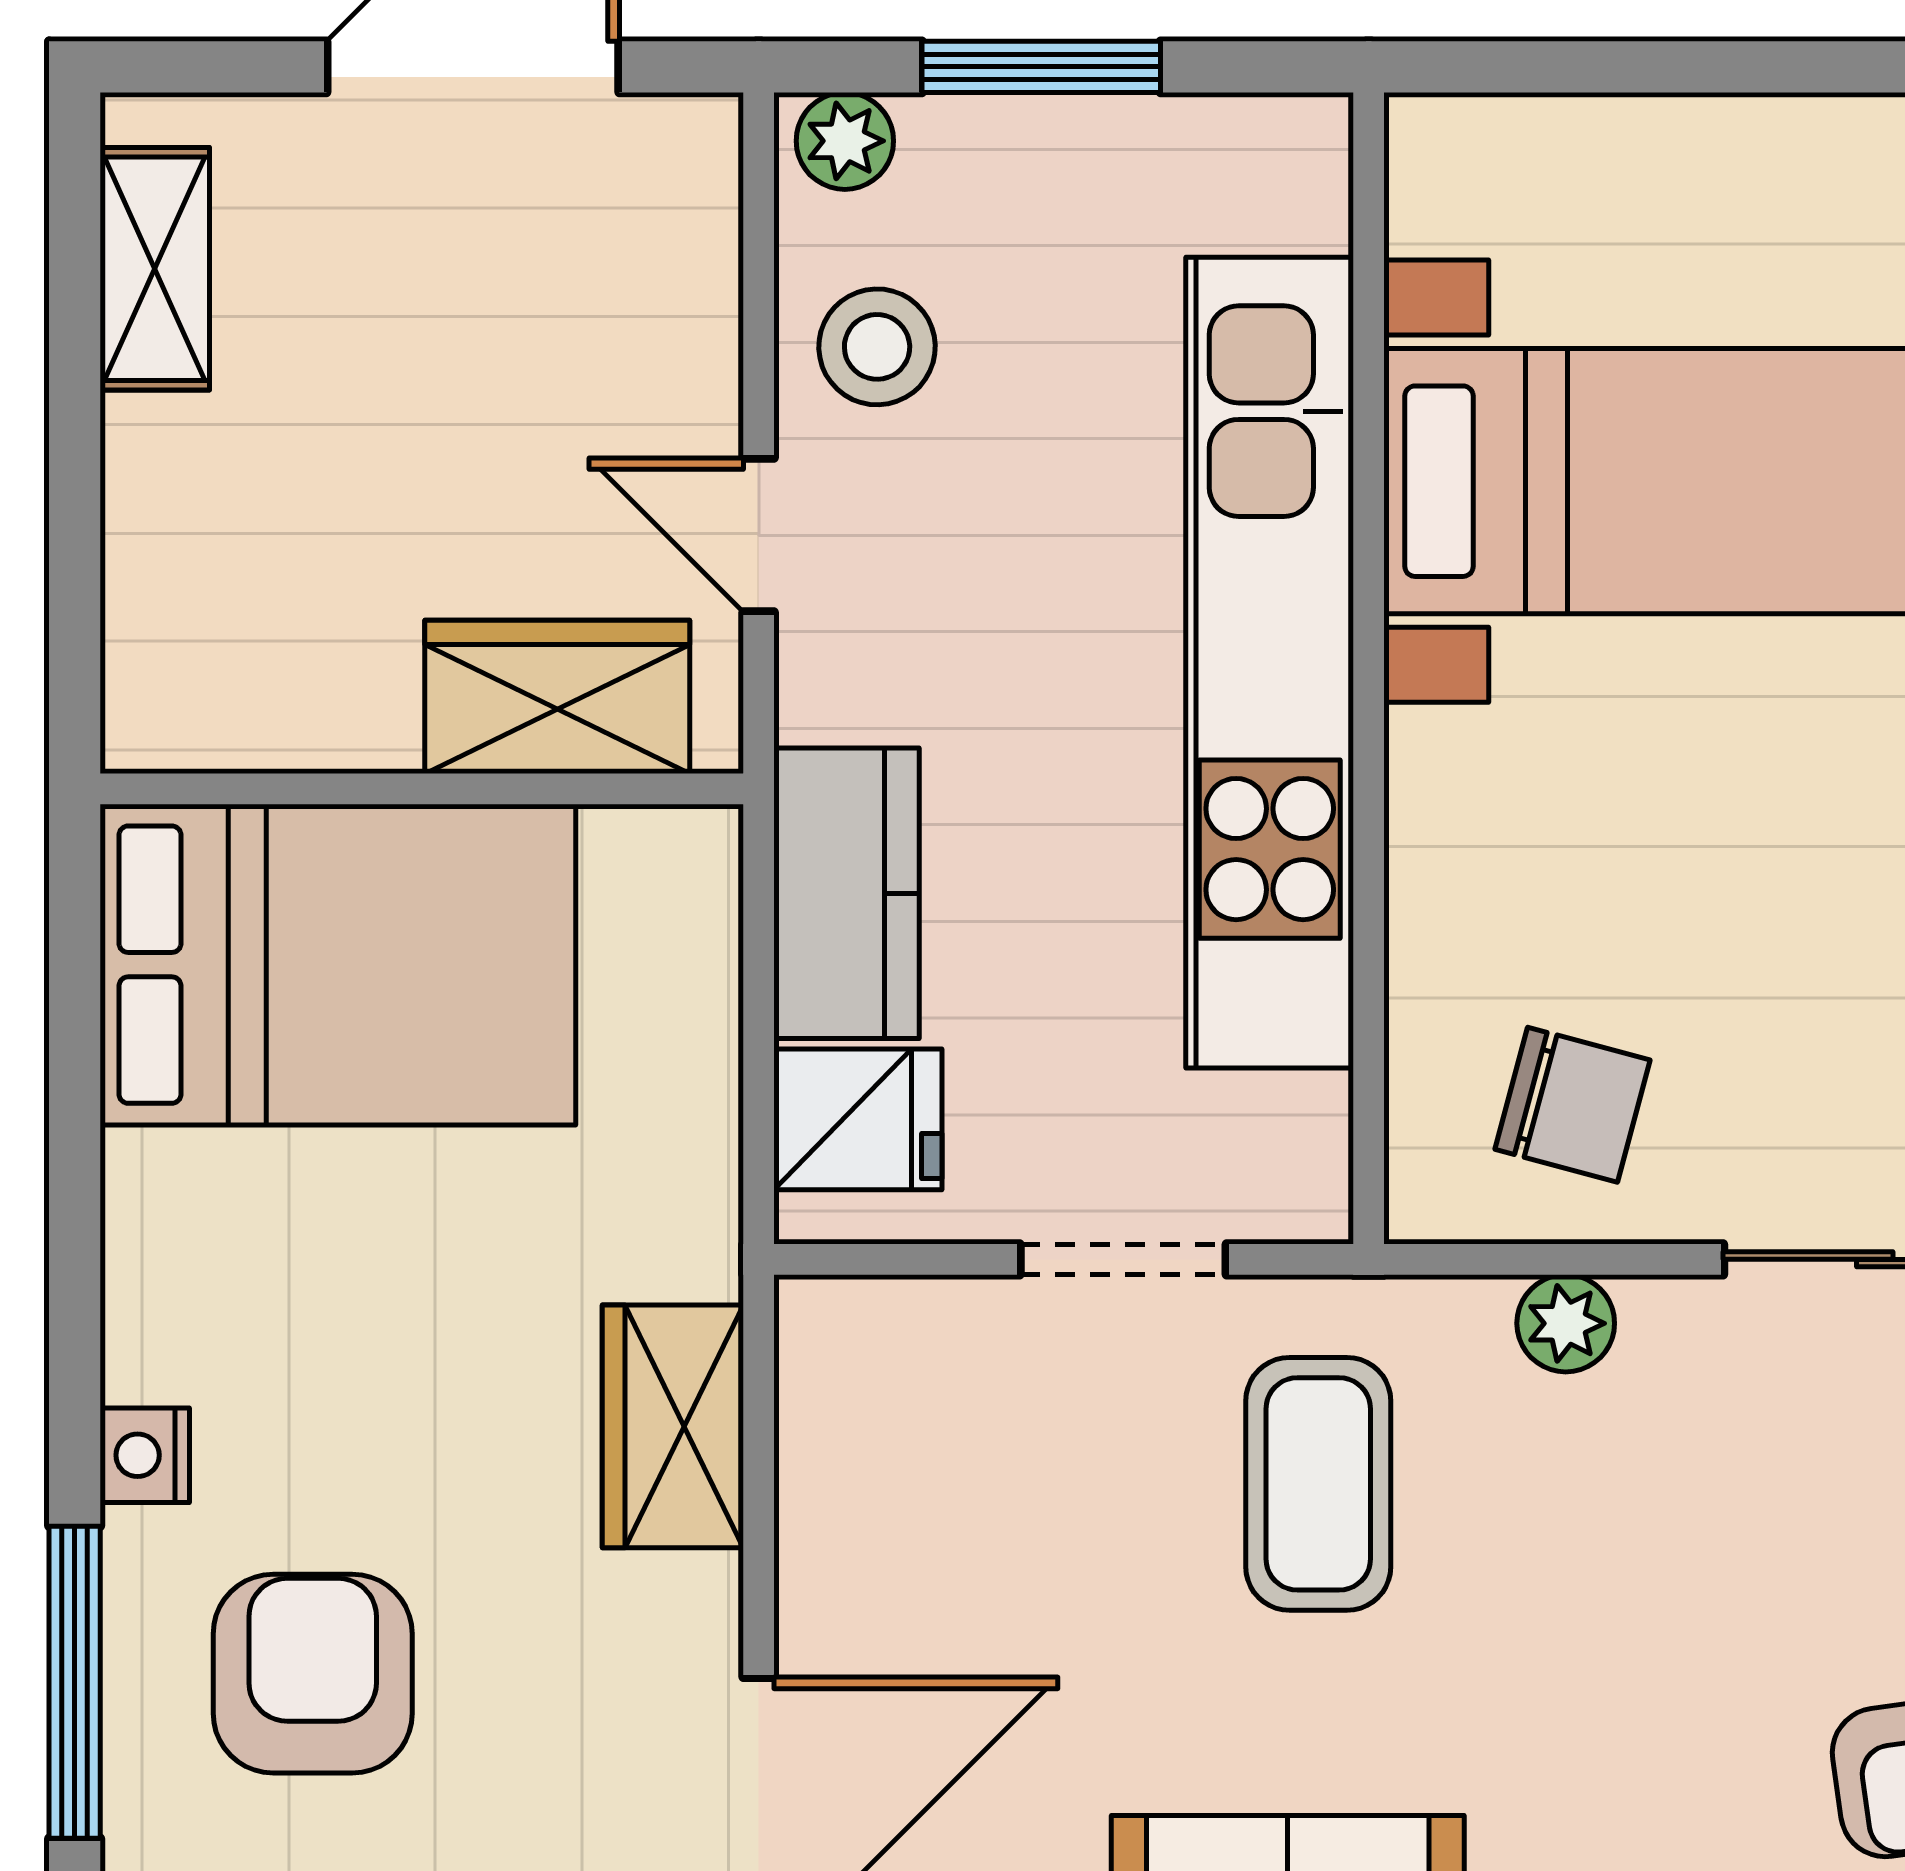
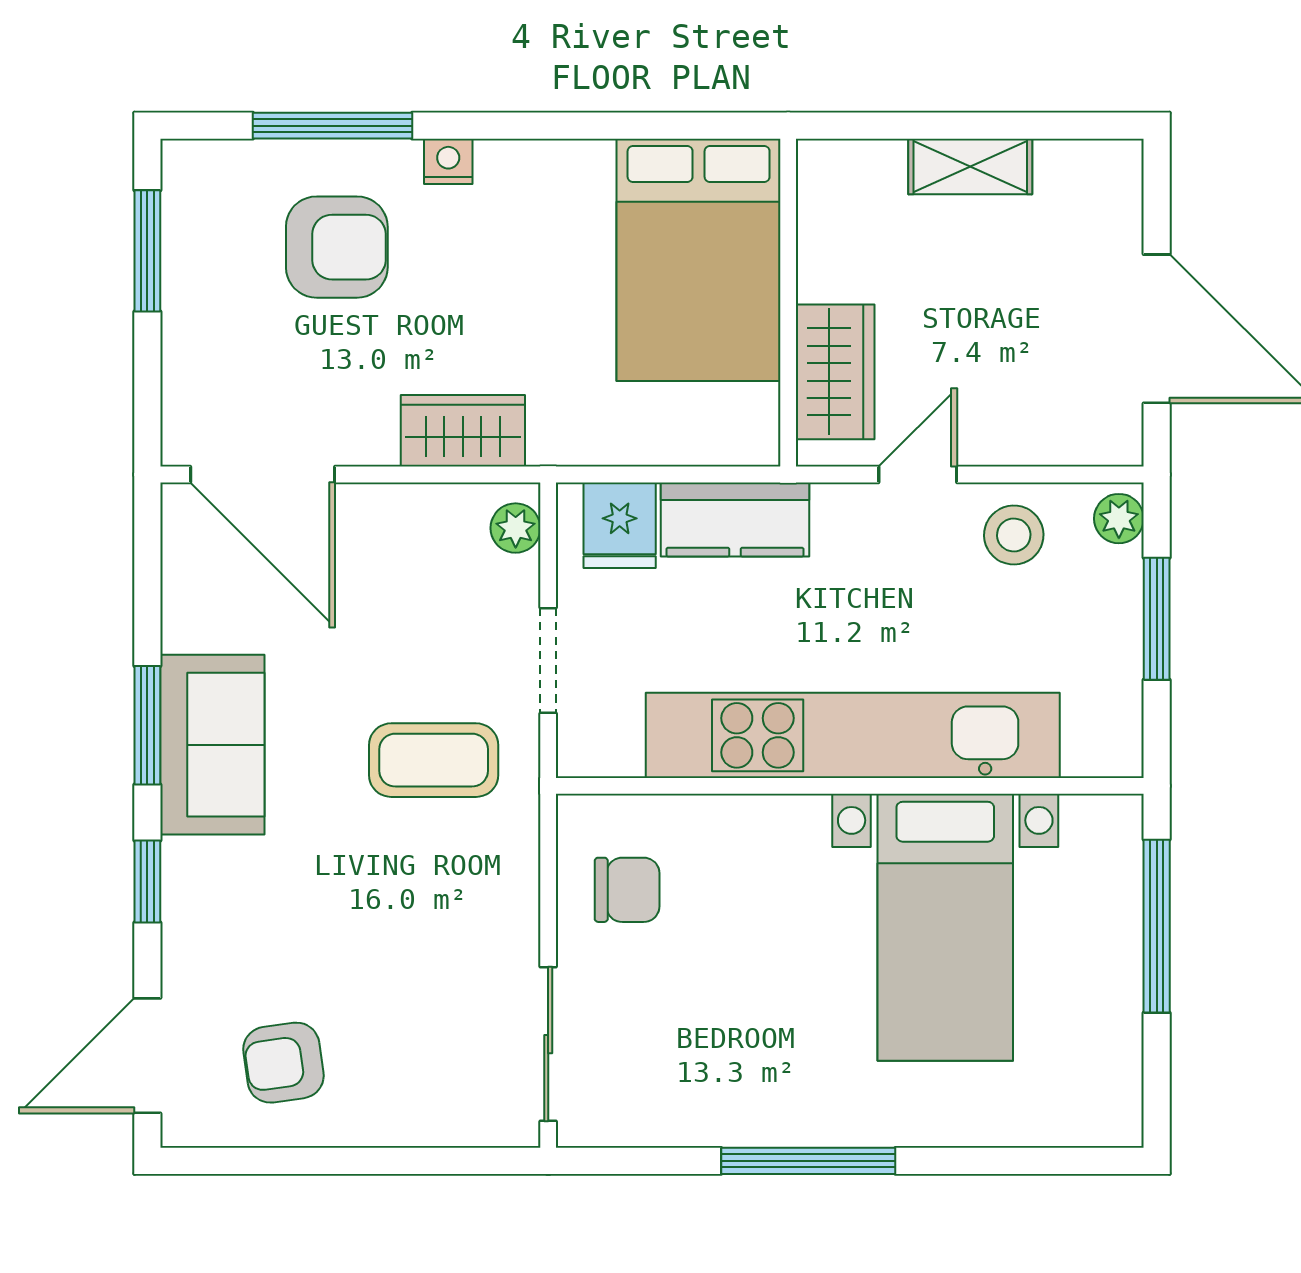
window: (1644, 67) -> (1157, 926), added
shelving: (155, 269) -> (970, 166), moved
chair: (1572, 1105) -> (627, 890), turned -105
plant: (1566, 1323) -> (516, 528), moved

